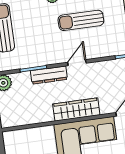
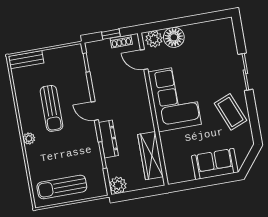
wardrobe: (76, 109) -> (150, 156), moved

